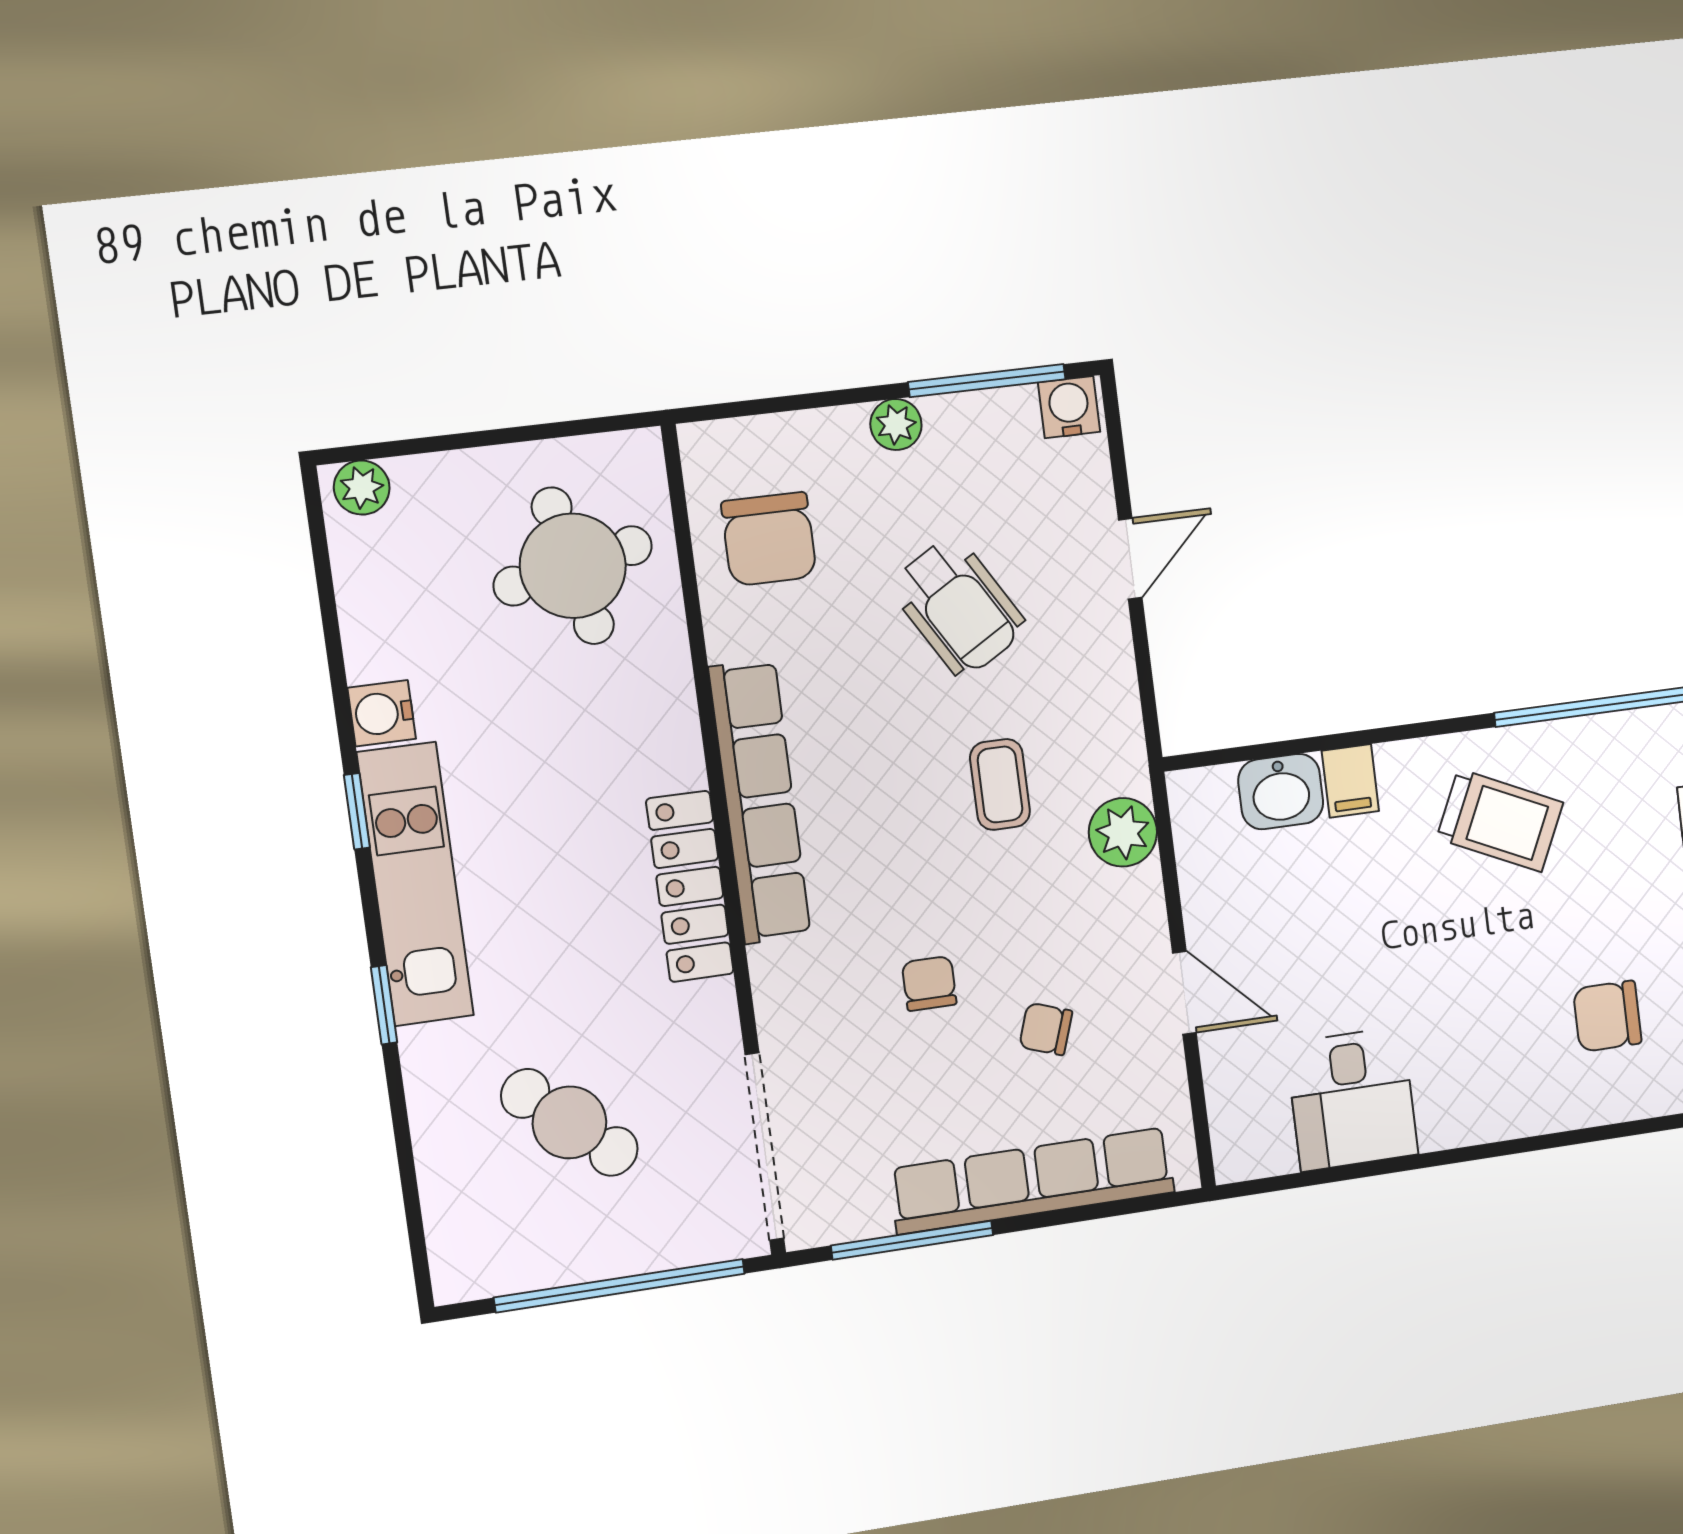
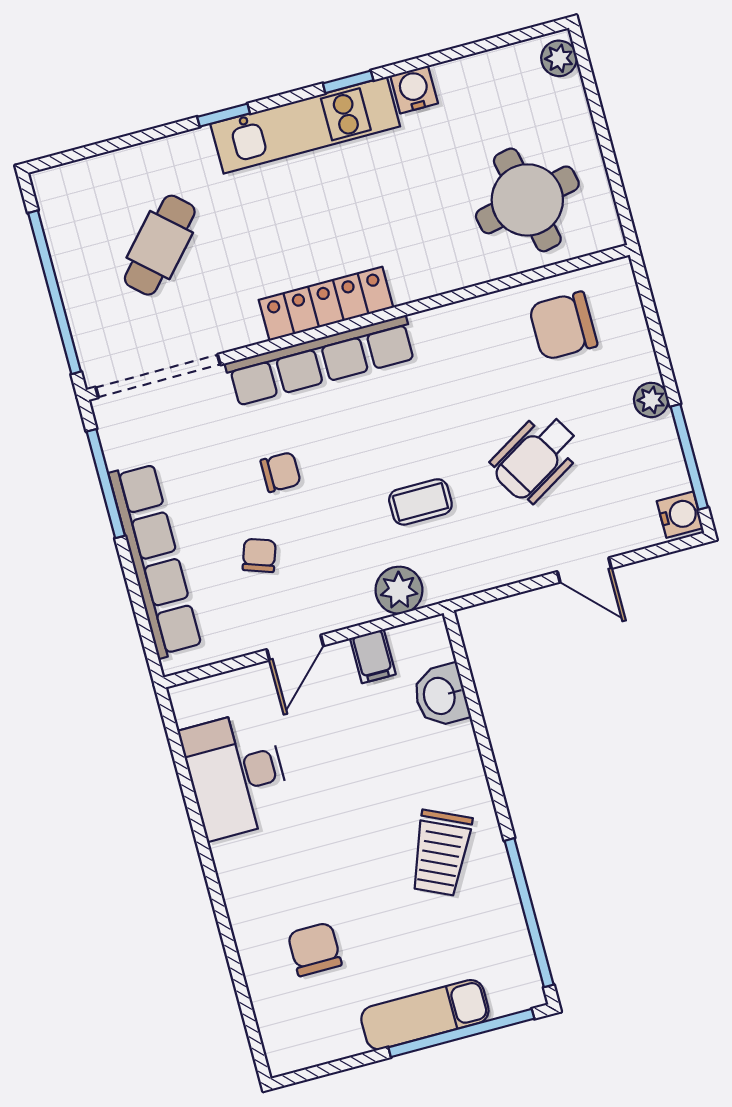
filing cabinet: (1350, 781) -> (373, 656), moved, turned -90
row of seats: (760, 802) -> (321, 361), moved
desk: (1352, 1099) -> (236, 775), width x1.37

